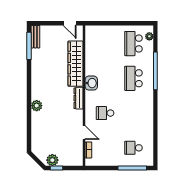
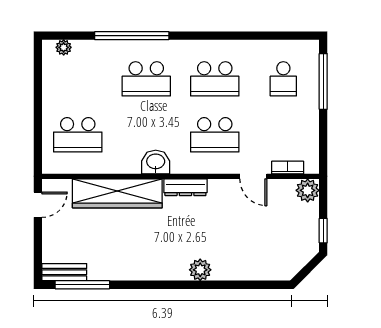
school desk: (133, 44) -> (78, 135), moved
school desk: (105, 113) -> (215, 135), width x1.85
school desk: (133, 113) -> (215, 79), added
door: (84, 133) -> (253, 176), swing flipped
plant: (52, 160) -> (308, 190), moved

